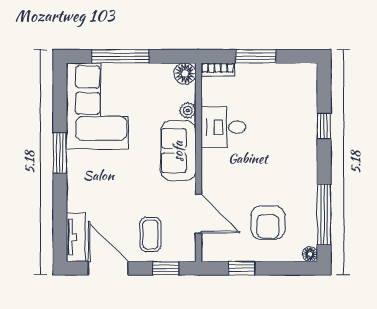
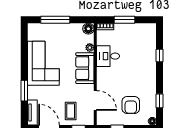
corner sofa: (97, 106) -> (43, 63), moved
window: (60, 153) -> (24, 91), moved
window: (324, 214) -> (160, 101), width x0.46

